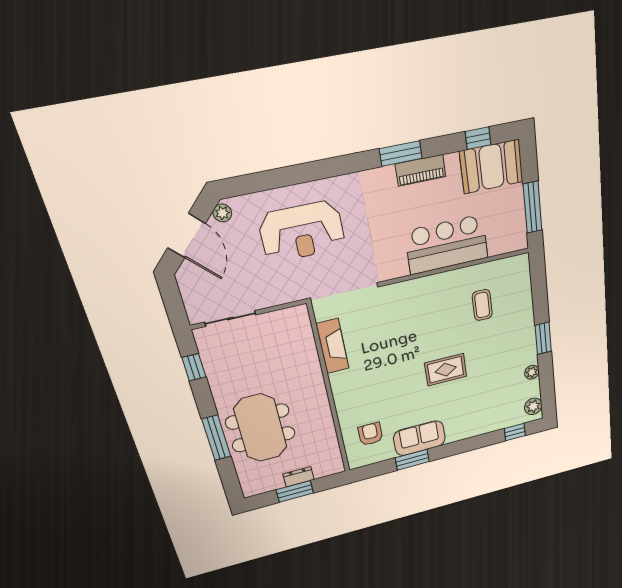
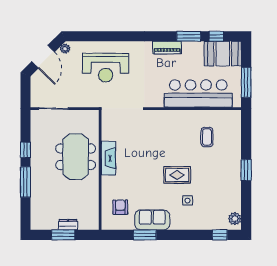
window: (401, 154) -> (189, 36), moved
piano: (421, 170) -> (167, 48), moved
bar counter: (447, 245) -> (198, 94), width x1.36
fireplace: (332, 346) -> (108, 158), moved
window: (194, 367) -> (25, 150), moved
plant: (532, 372) -> (236, 193), removed
side table: (465, 400) -> (188, 200), added
meeting table: (261, 428) -> (76, 157), moved

